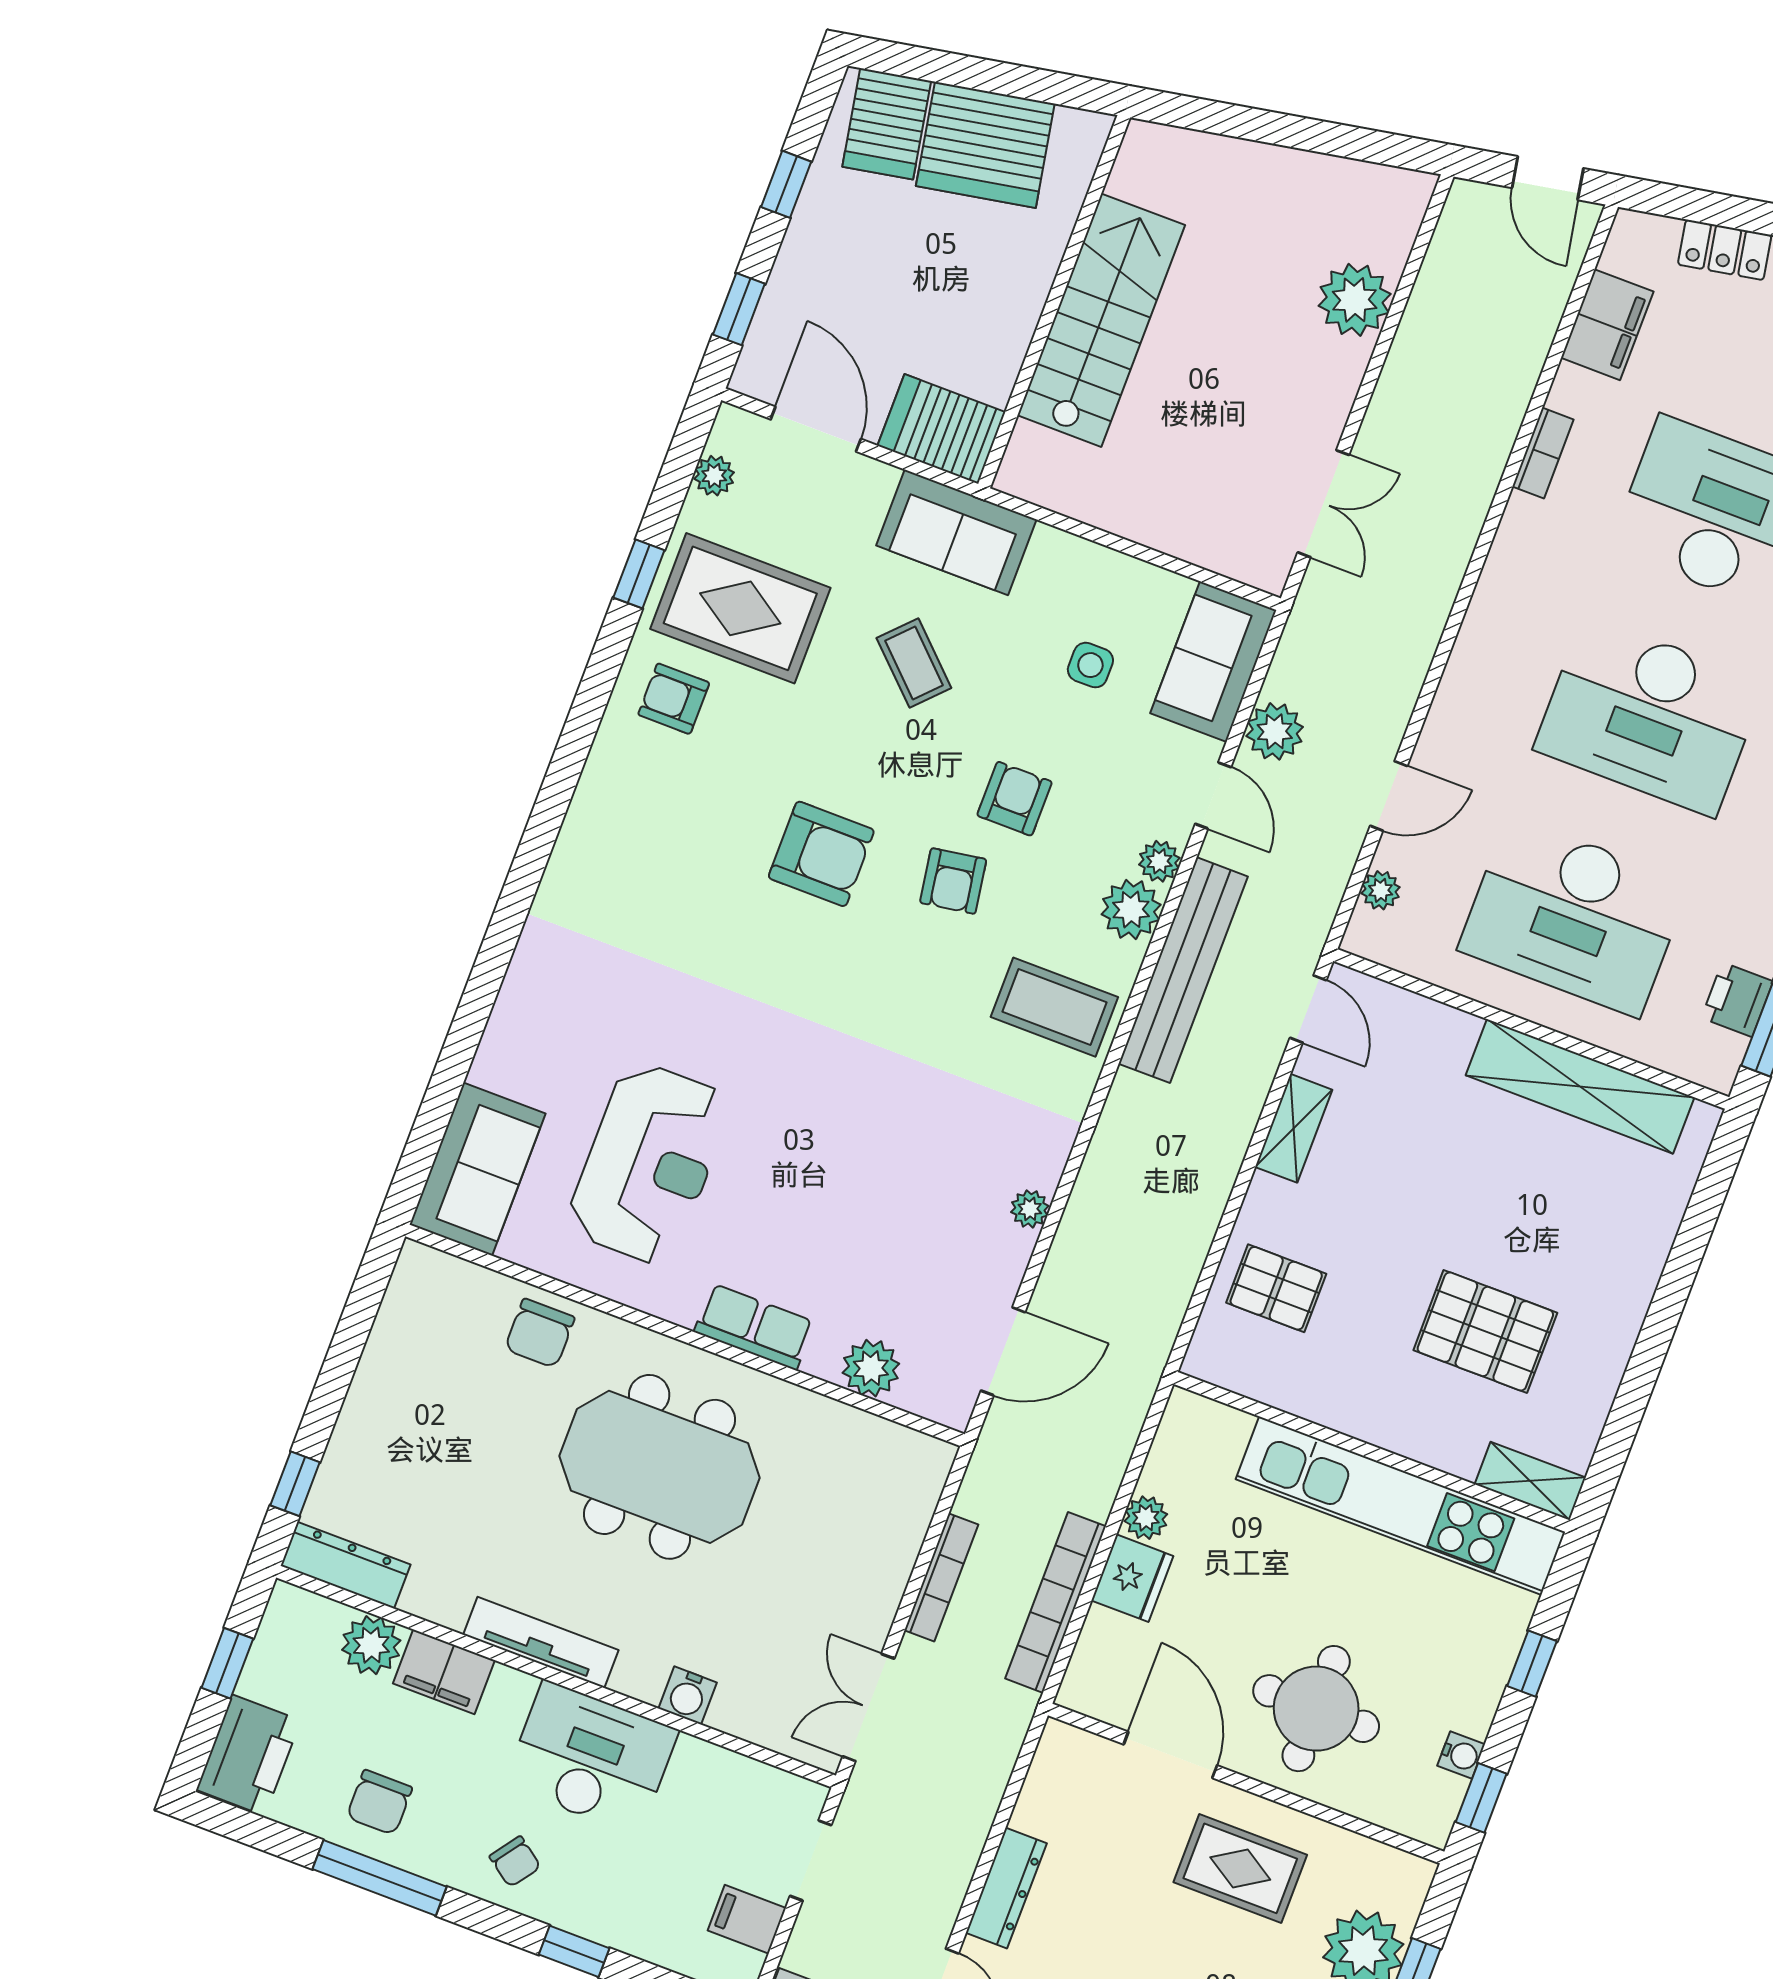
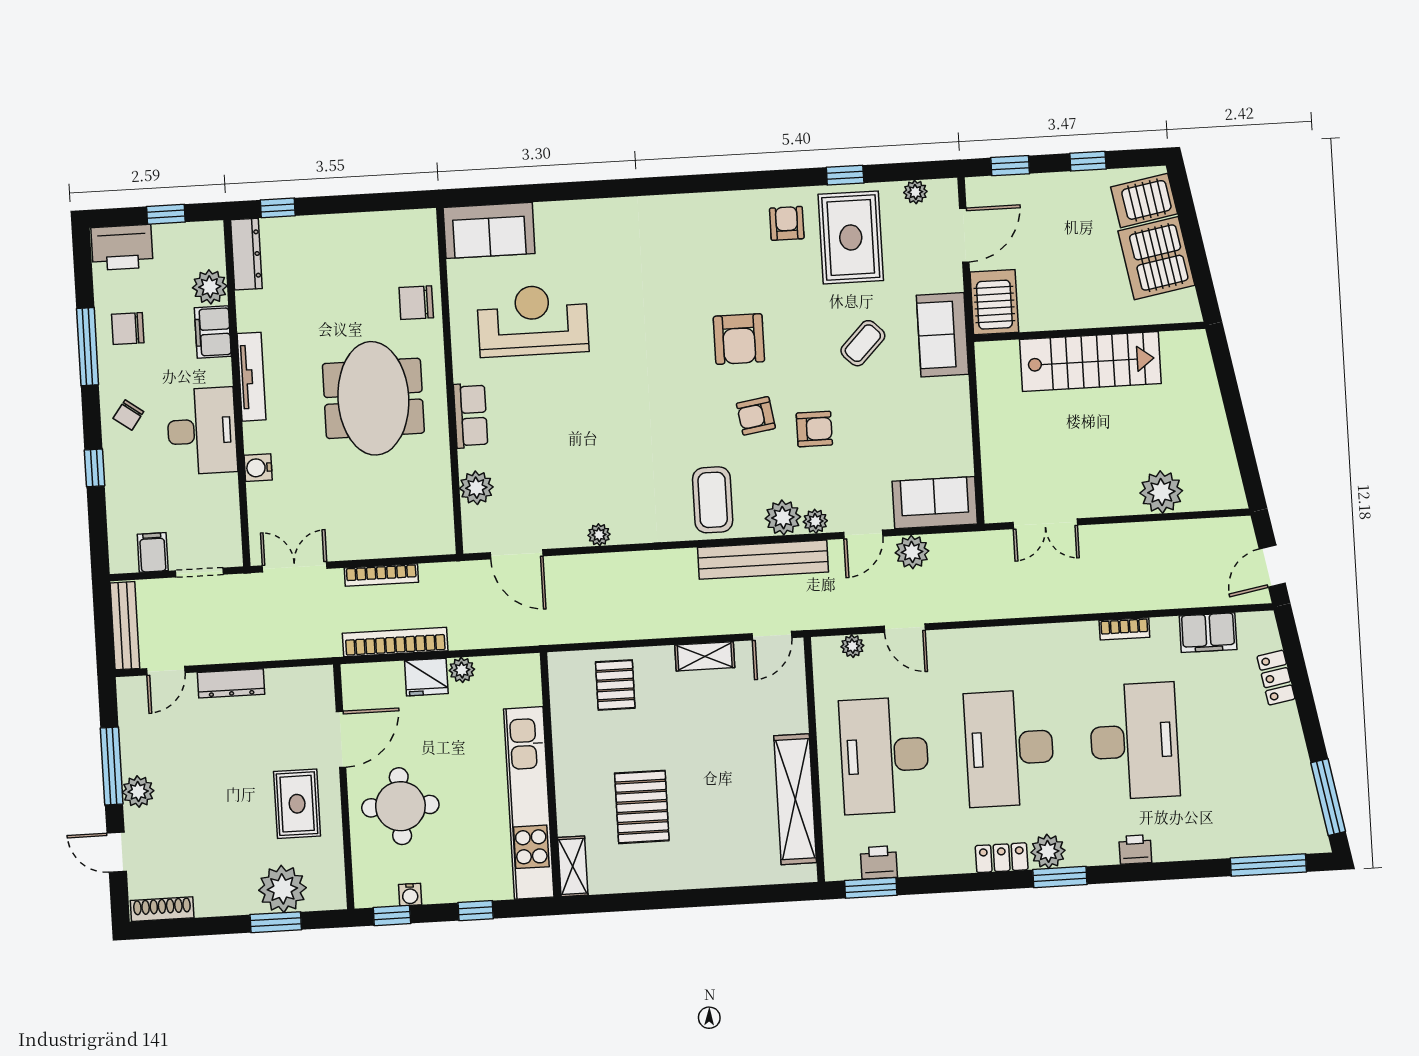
side table: (1090, 665) -> (904, 438), removed
reception desk: (649, 1163) -> (533, 321), turned 180

